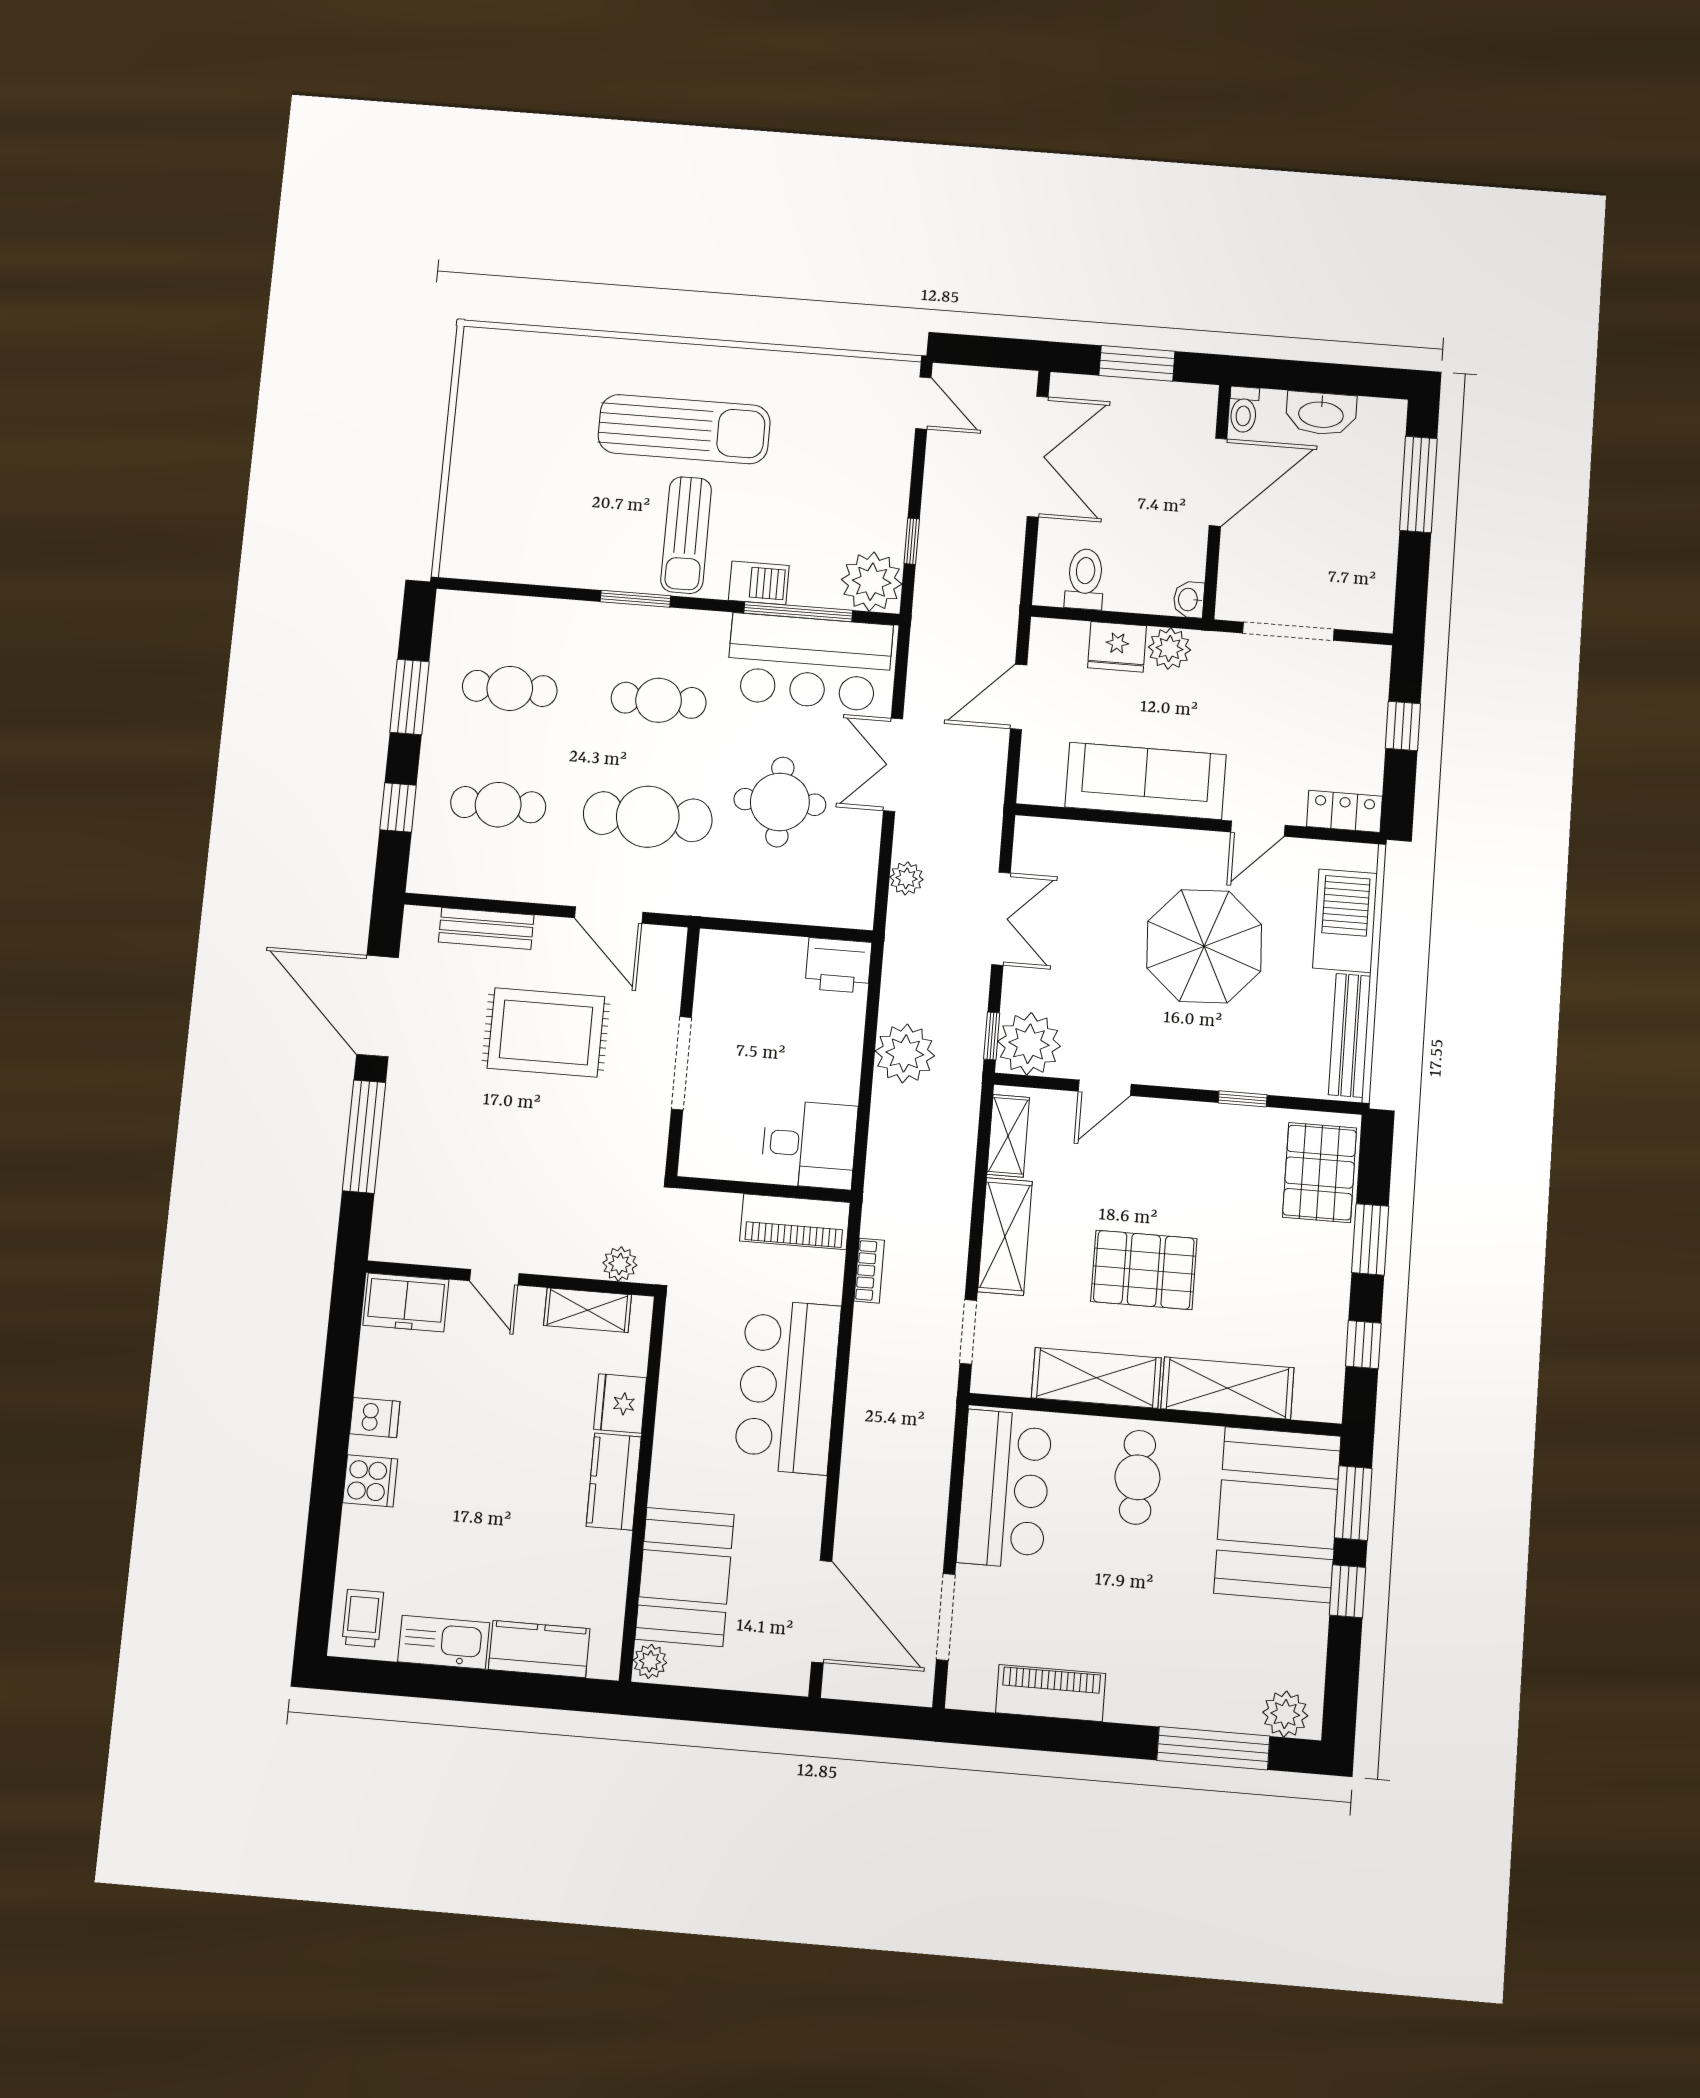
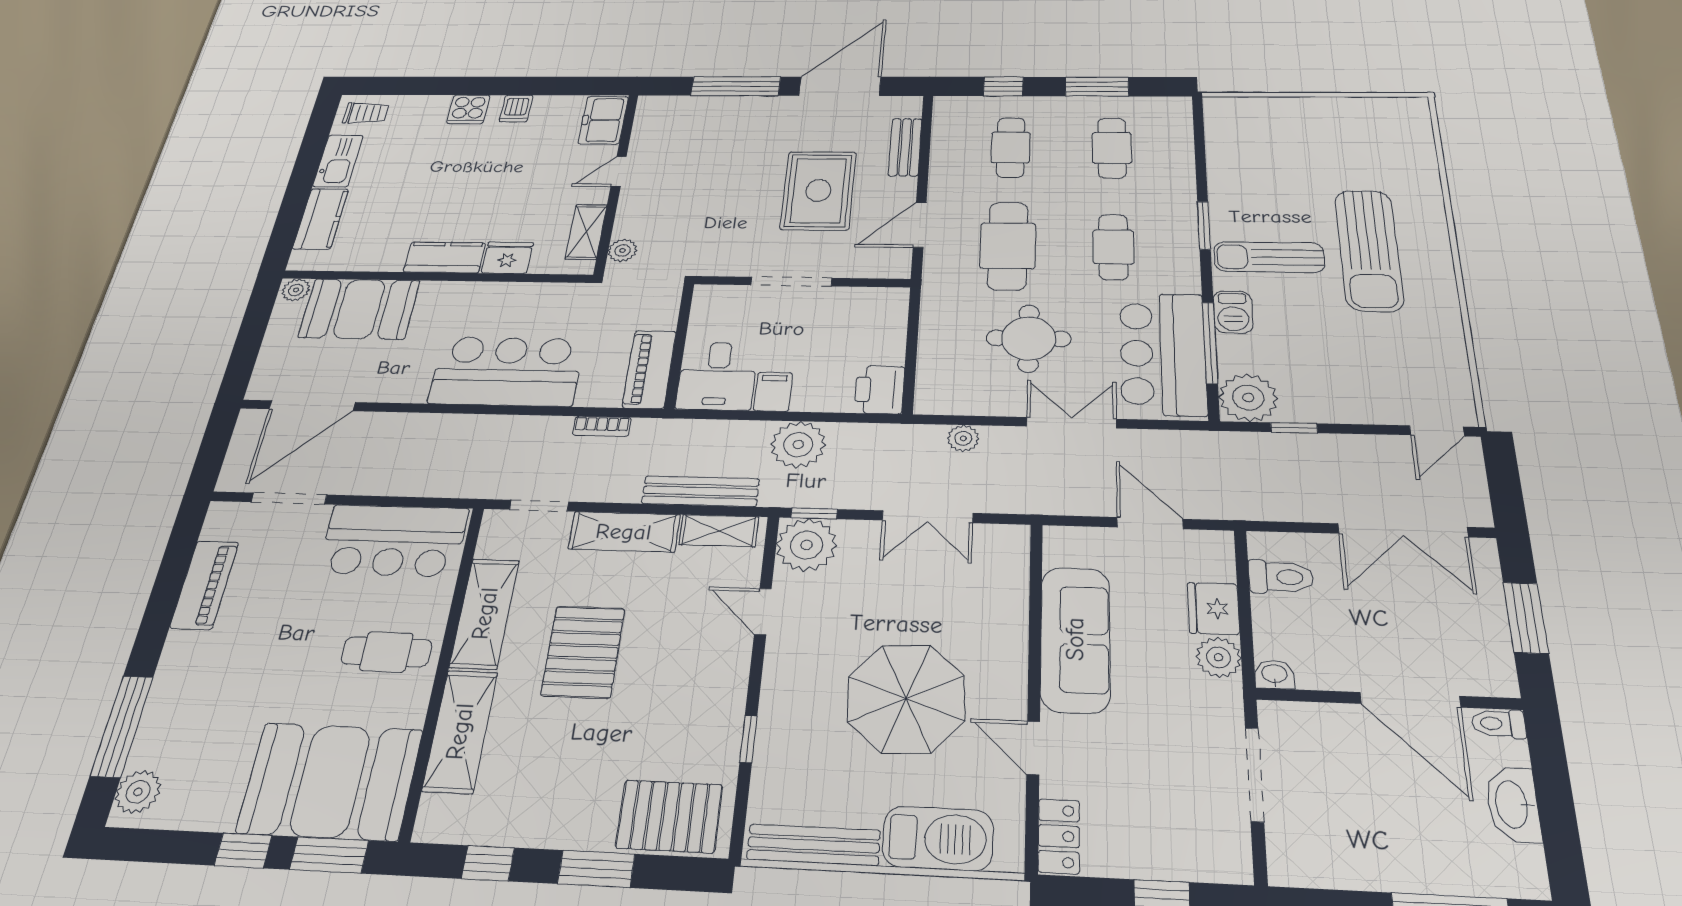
filing cabinet: (834, 1082) -> (773, 392), added
bench: (959, 1157) -> (701, 491), added

